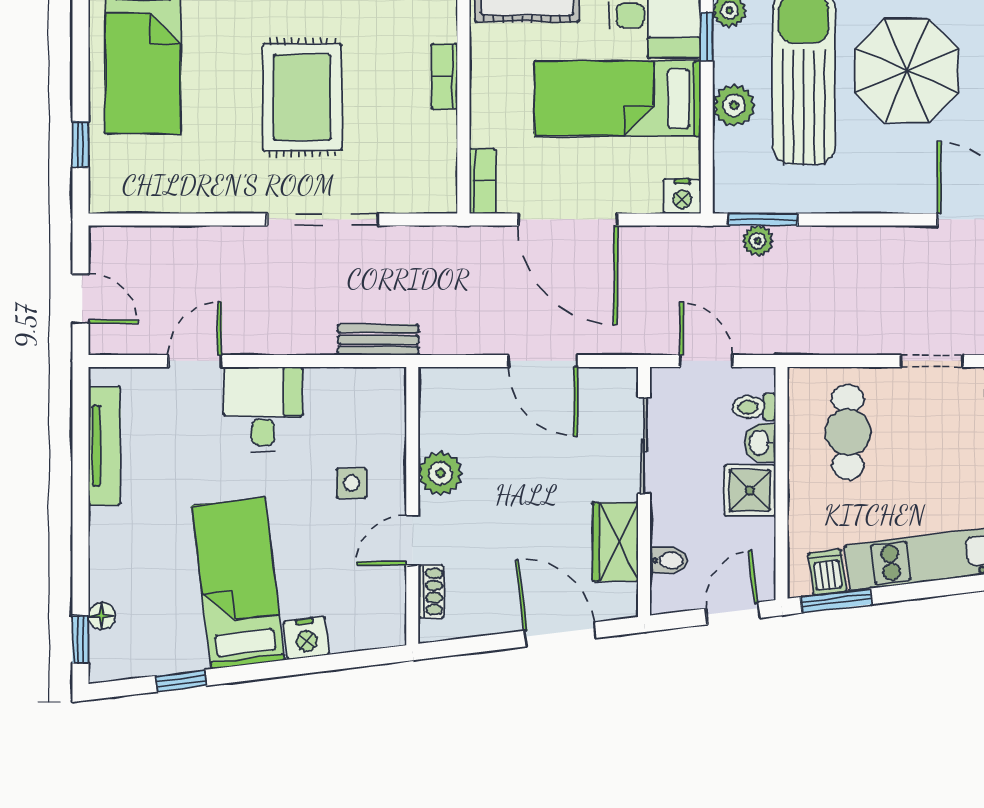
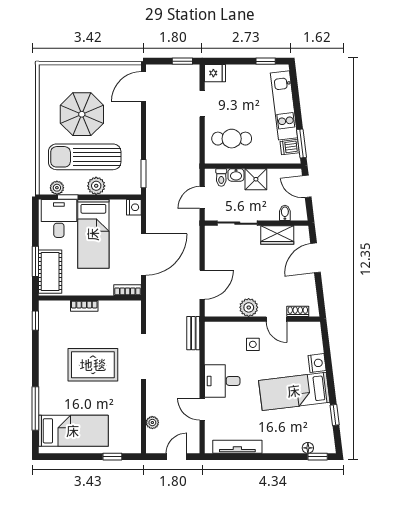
plant: (758, 241) -> (152, 423), moved
door: (543, 361) -> (202, 285), moved

